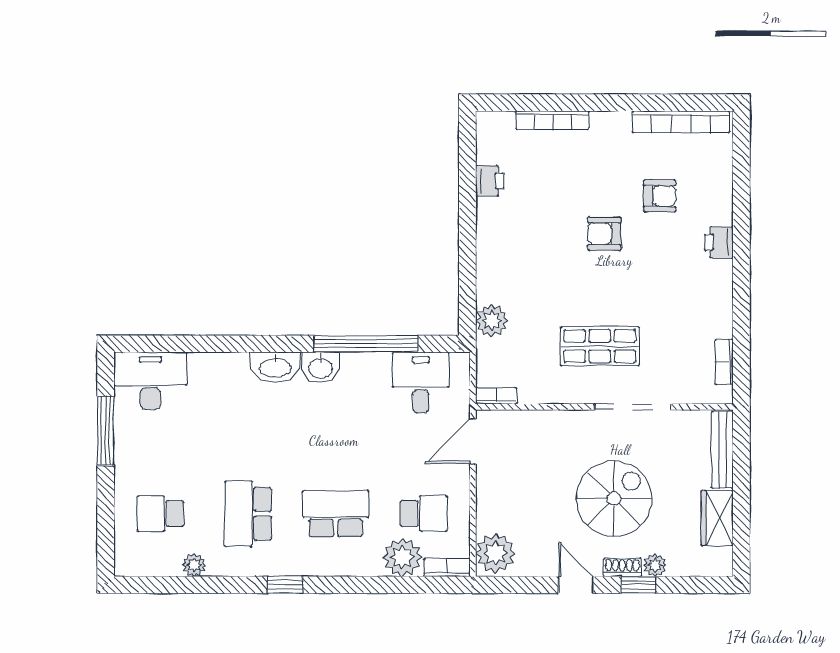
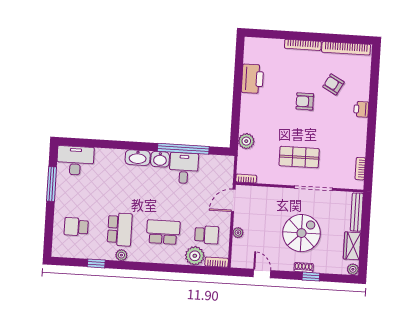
bookcase: (553, 120) -> (303, 45), moved
printer: (490, 181) -> (252, 79), width x1.87, depth x1.48
armchair: (660, 196) -> (333, 84), turned -151
desk: (421, 382) -> (184, 168), moved
school desk: (248, 514) -> (120, 229), turned 180
plant: (495, 553) -> (238, 233), moved, width x0.53, depth x0.53
plant: (194, 565) -> (121, 255), moved
plant: (655, 565) -> (353, 269), moved
window: (285, 585) -> (96, 263), moved
door: (576, 585) -> (262, 274), moved

